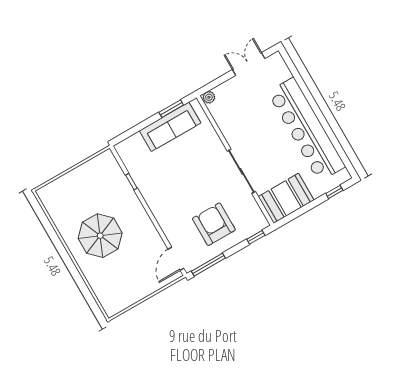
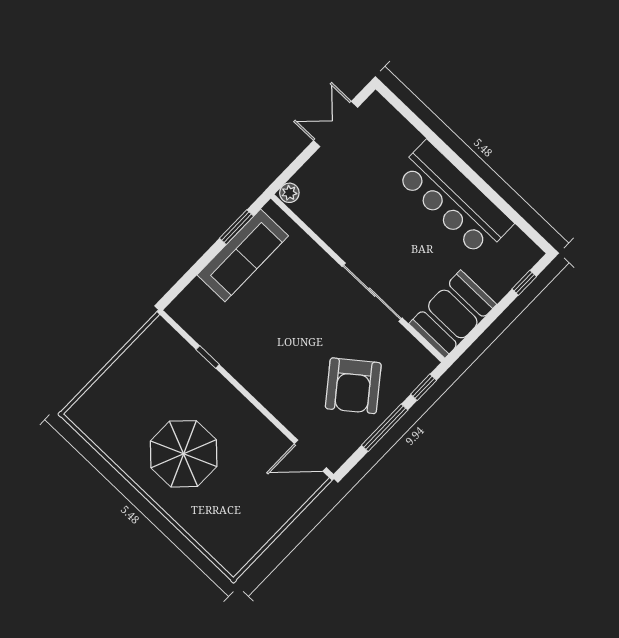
bar counter: (306, 129) -> (454, 199), width x0.73
armchair: (214, 224) -> (353, 386), turned -128
door: (176, 259) -> (310, 456), hinge flipped
window: (208, 265) -> (385, 428), moved

